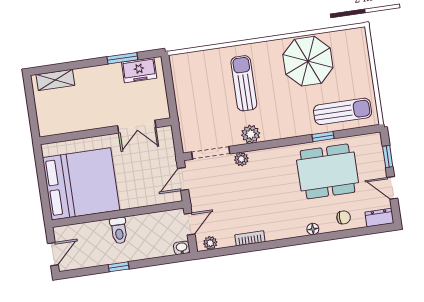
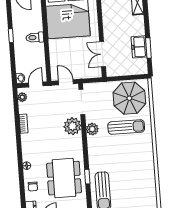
parasol: (308, 61) -> (129, 98), moved
freezer: (139, 70) -> (139, 47), moved
plant: (241, 159) -> (72, 126), width x1.87, depth x1.87
door: (190, 224) -> (36, 84), swing flipped

